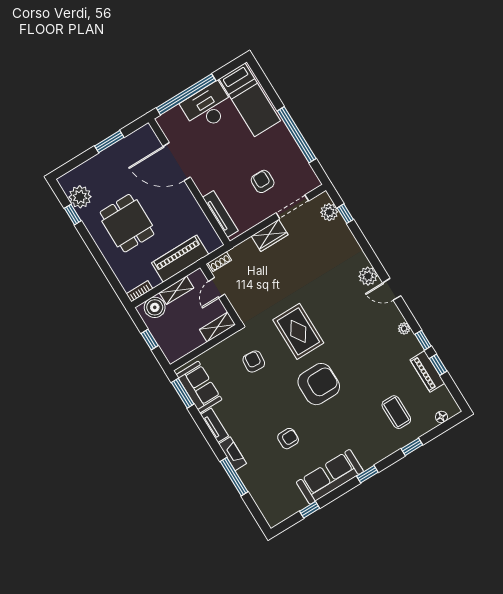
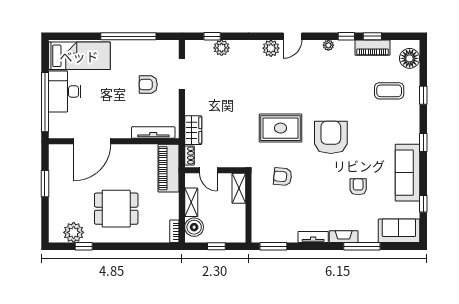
plant: (329, 212) -> (222, 48), moved
wardrobe: (270, 235) -> (193, 130), moved
piano: (180, 259) -> (169, 168), moved
sofa: (199, 387) -> (399, 231), moved
floor lamp: (441, 417) -> (410, 58), width x1.89, depth x1.89

